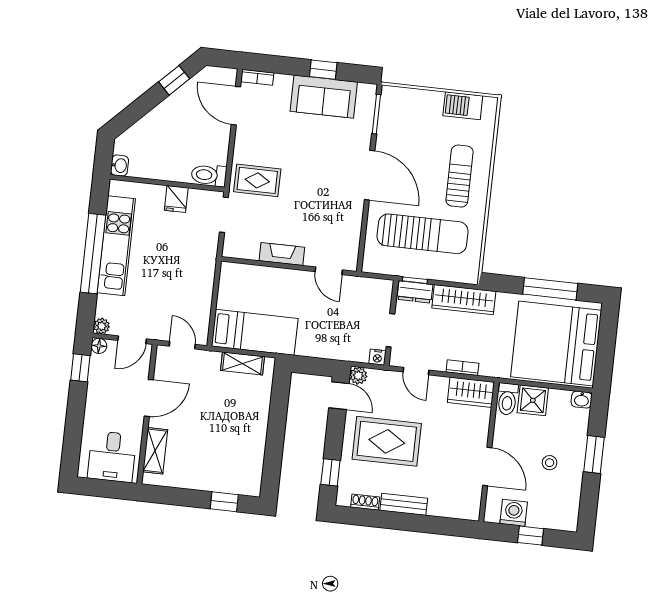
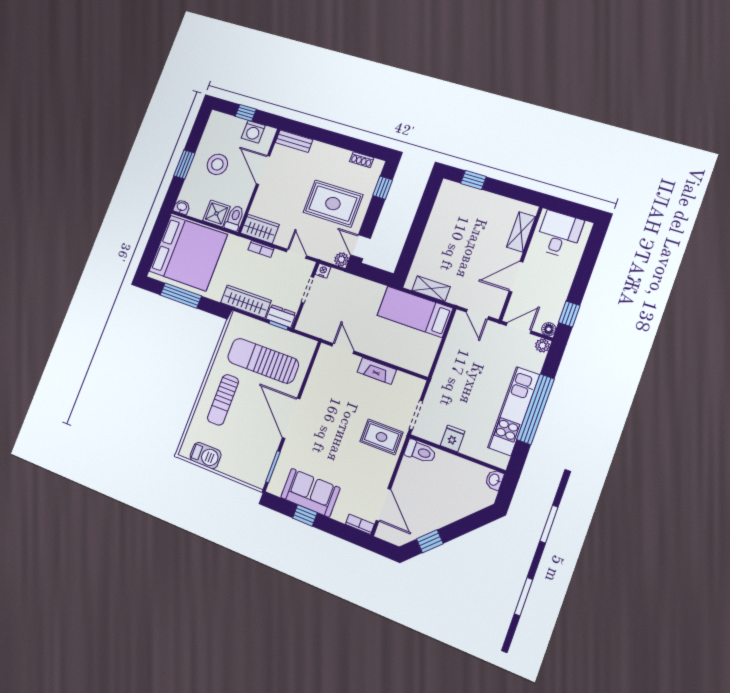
stool: (550, 463) -> (217, 164), width x1.89, depth x1.89
bench: (404, 504) -> (294, 141), moved

